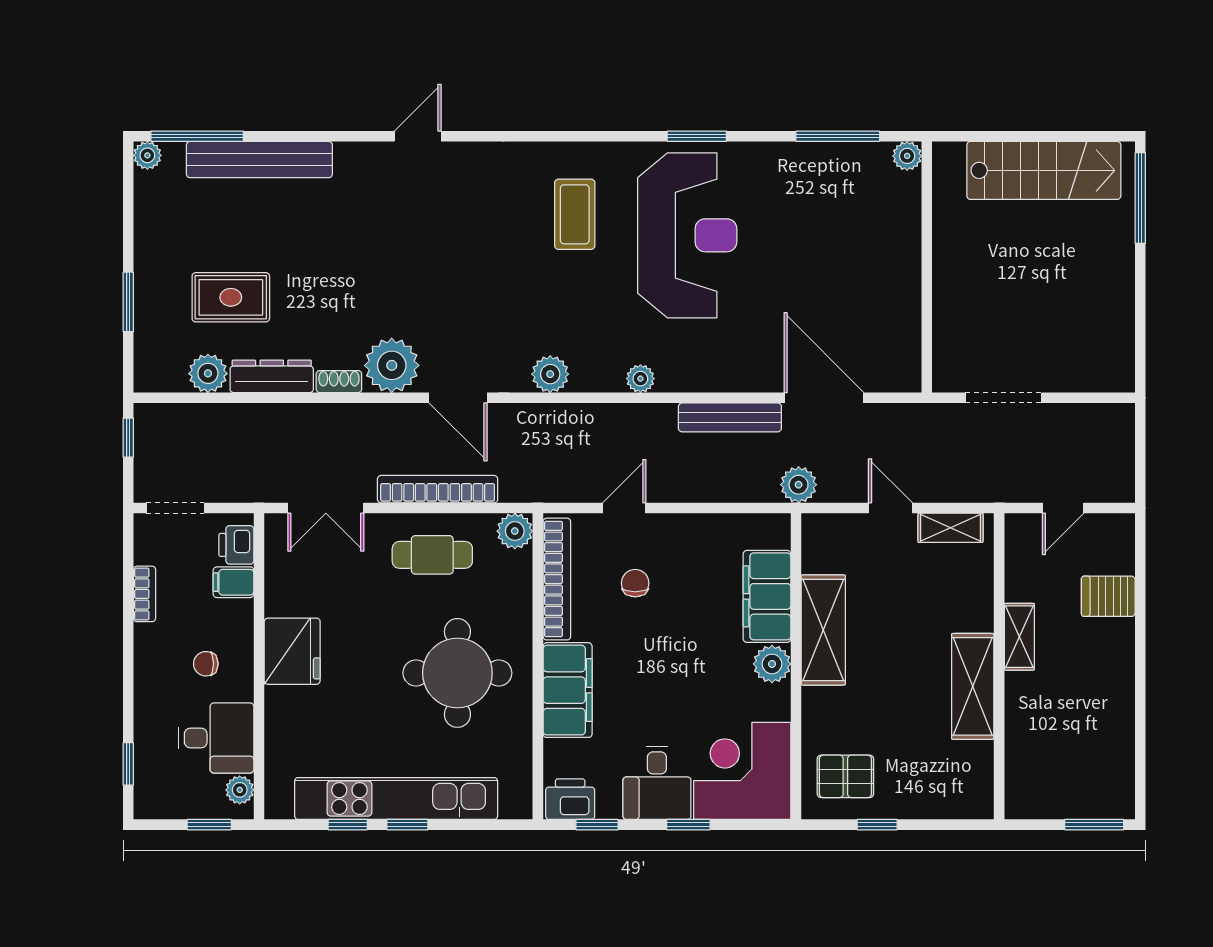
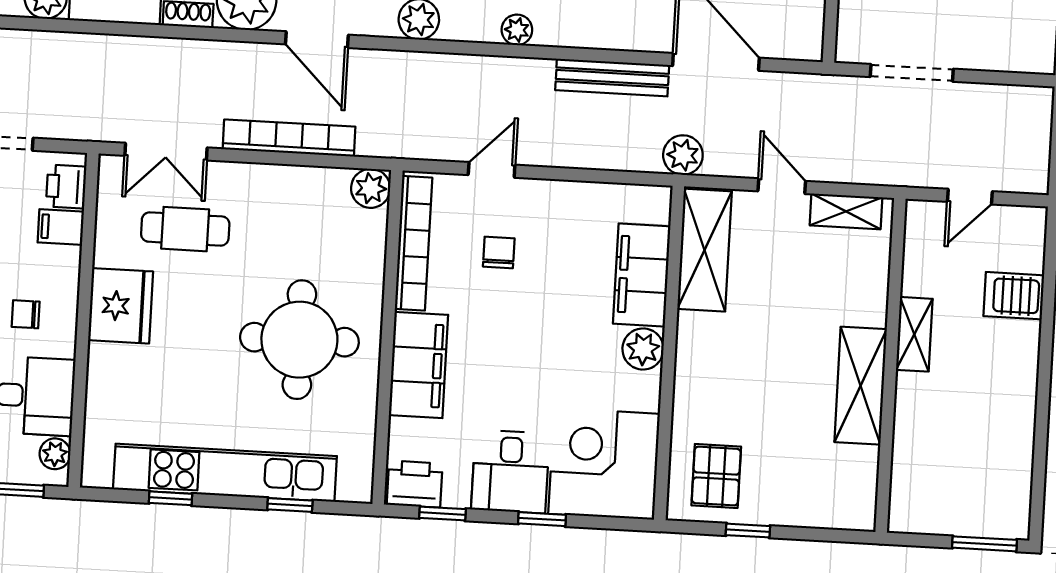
cafe table: (432, 555) -> (185, 229), moved
shelving: (823, 630) -> (705, 250), moved
pallet: (845, 776) -> (716, 476), turned 90
window: (407, 825) -> (290, 505), moved

